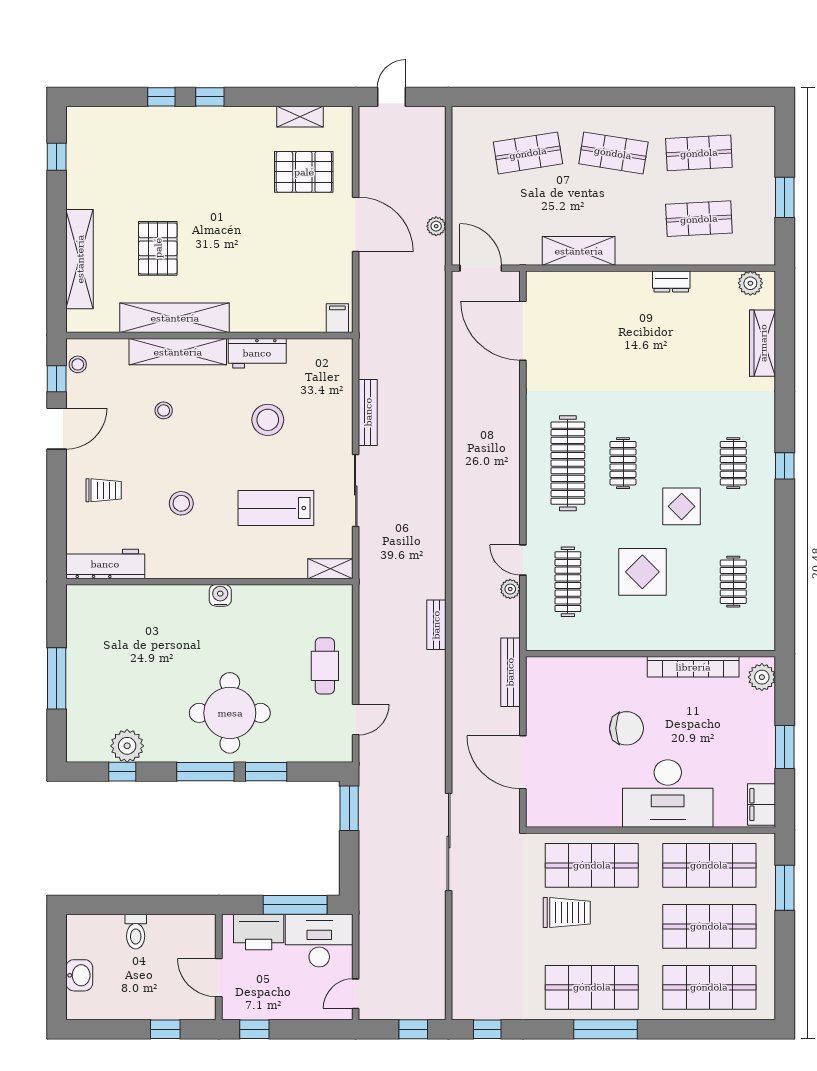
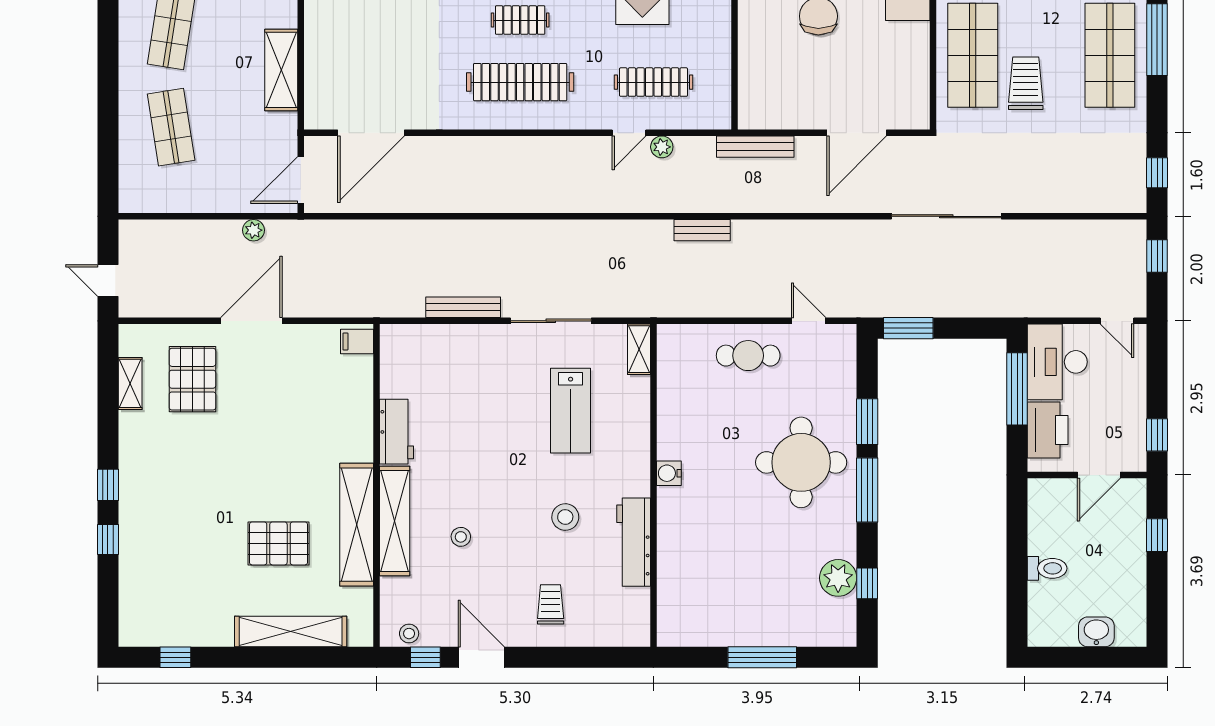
stool: (268, 420) -> (471, 420), removed
workbench: (105, 564) -> (634, 542), moved

